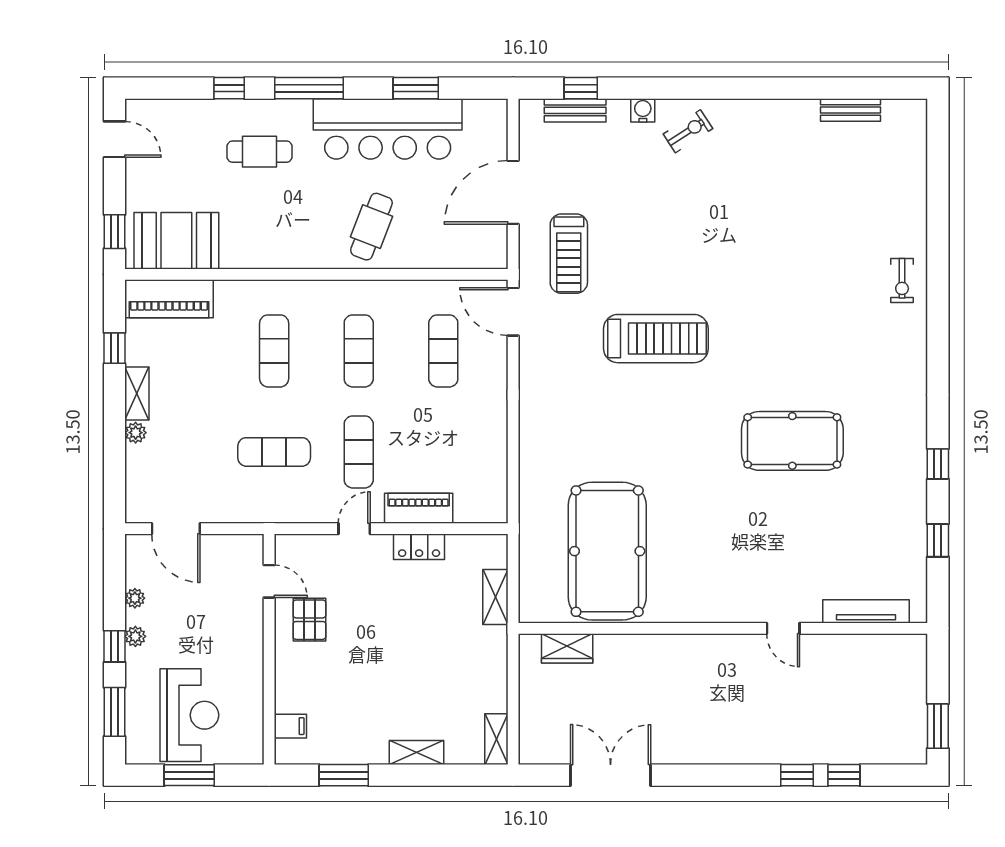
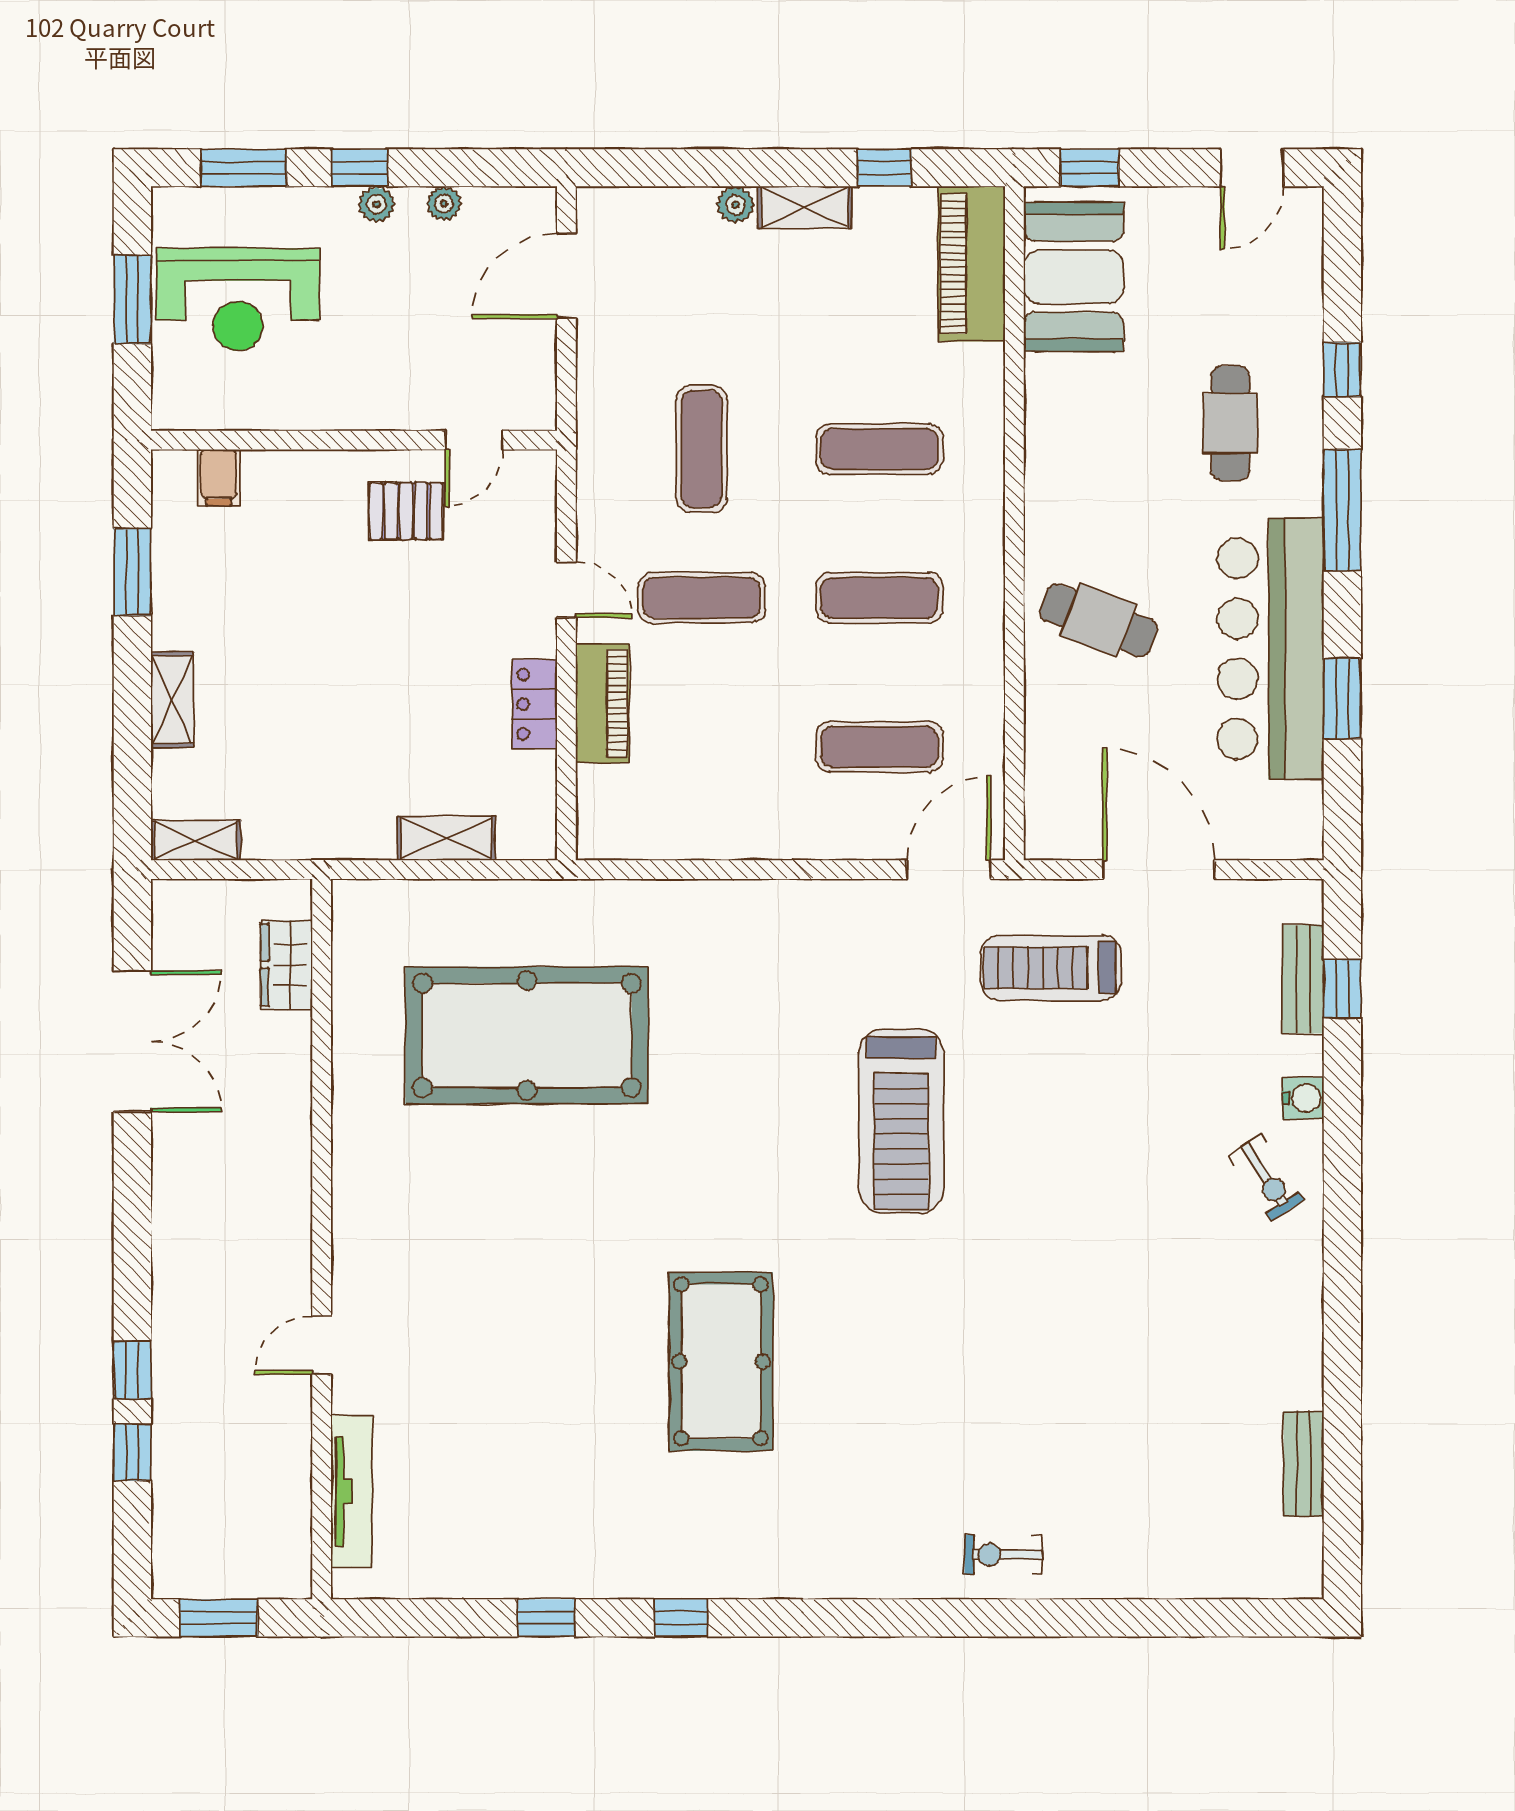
tv unit: (866, 611) -> (352, 1491), moved
wall: (723, 628) -> (322, 1239), moved
door: (783, 628) -> (322, 1345), moved
wardrobe: (567, 648) -> (286, 965), moved

